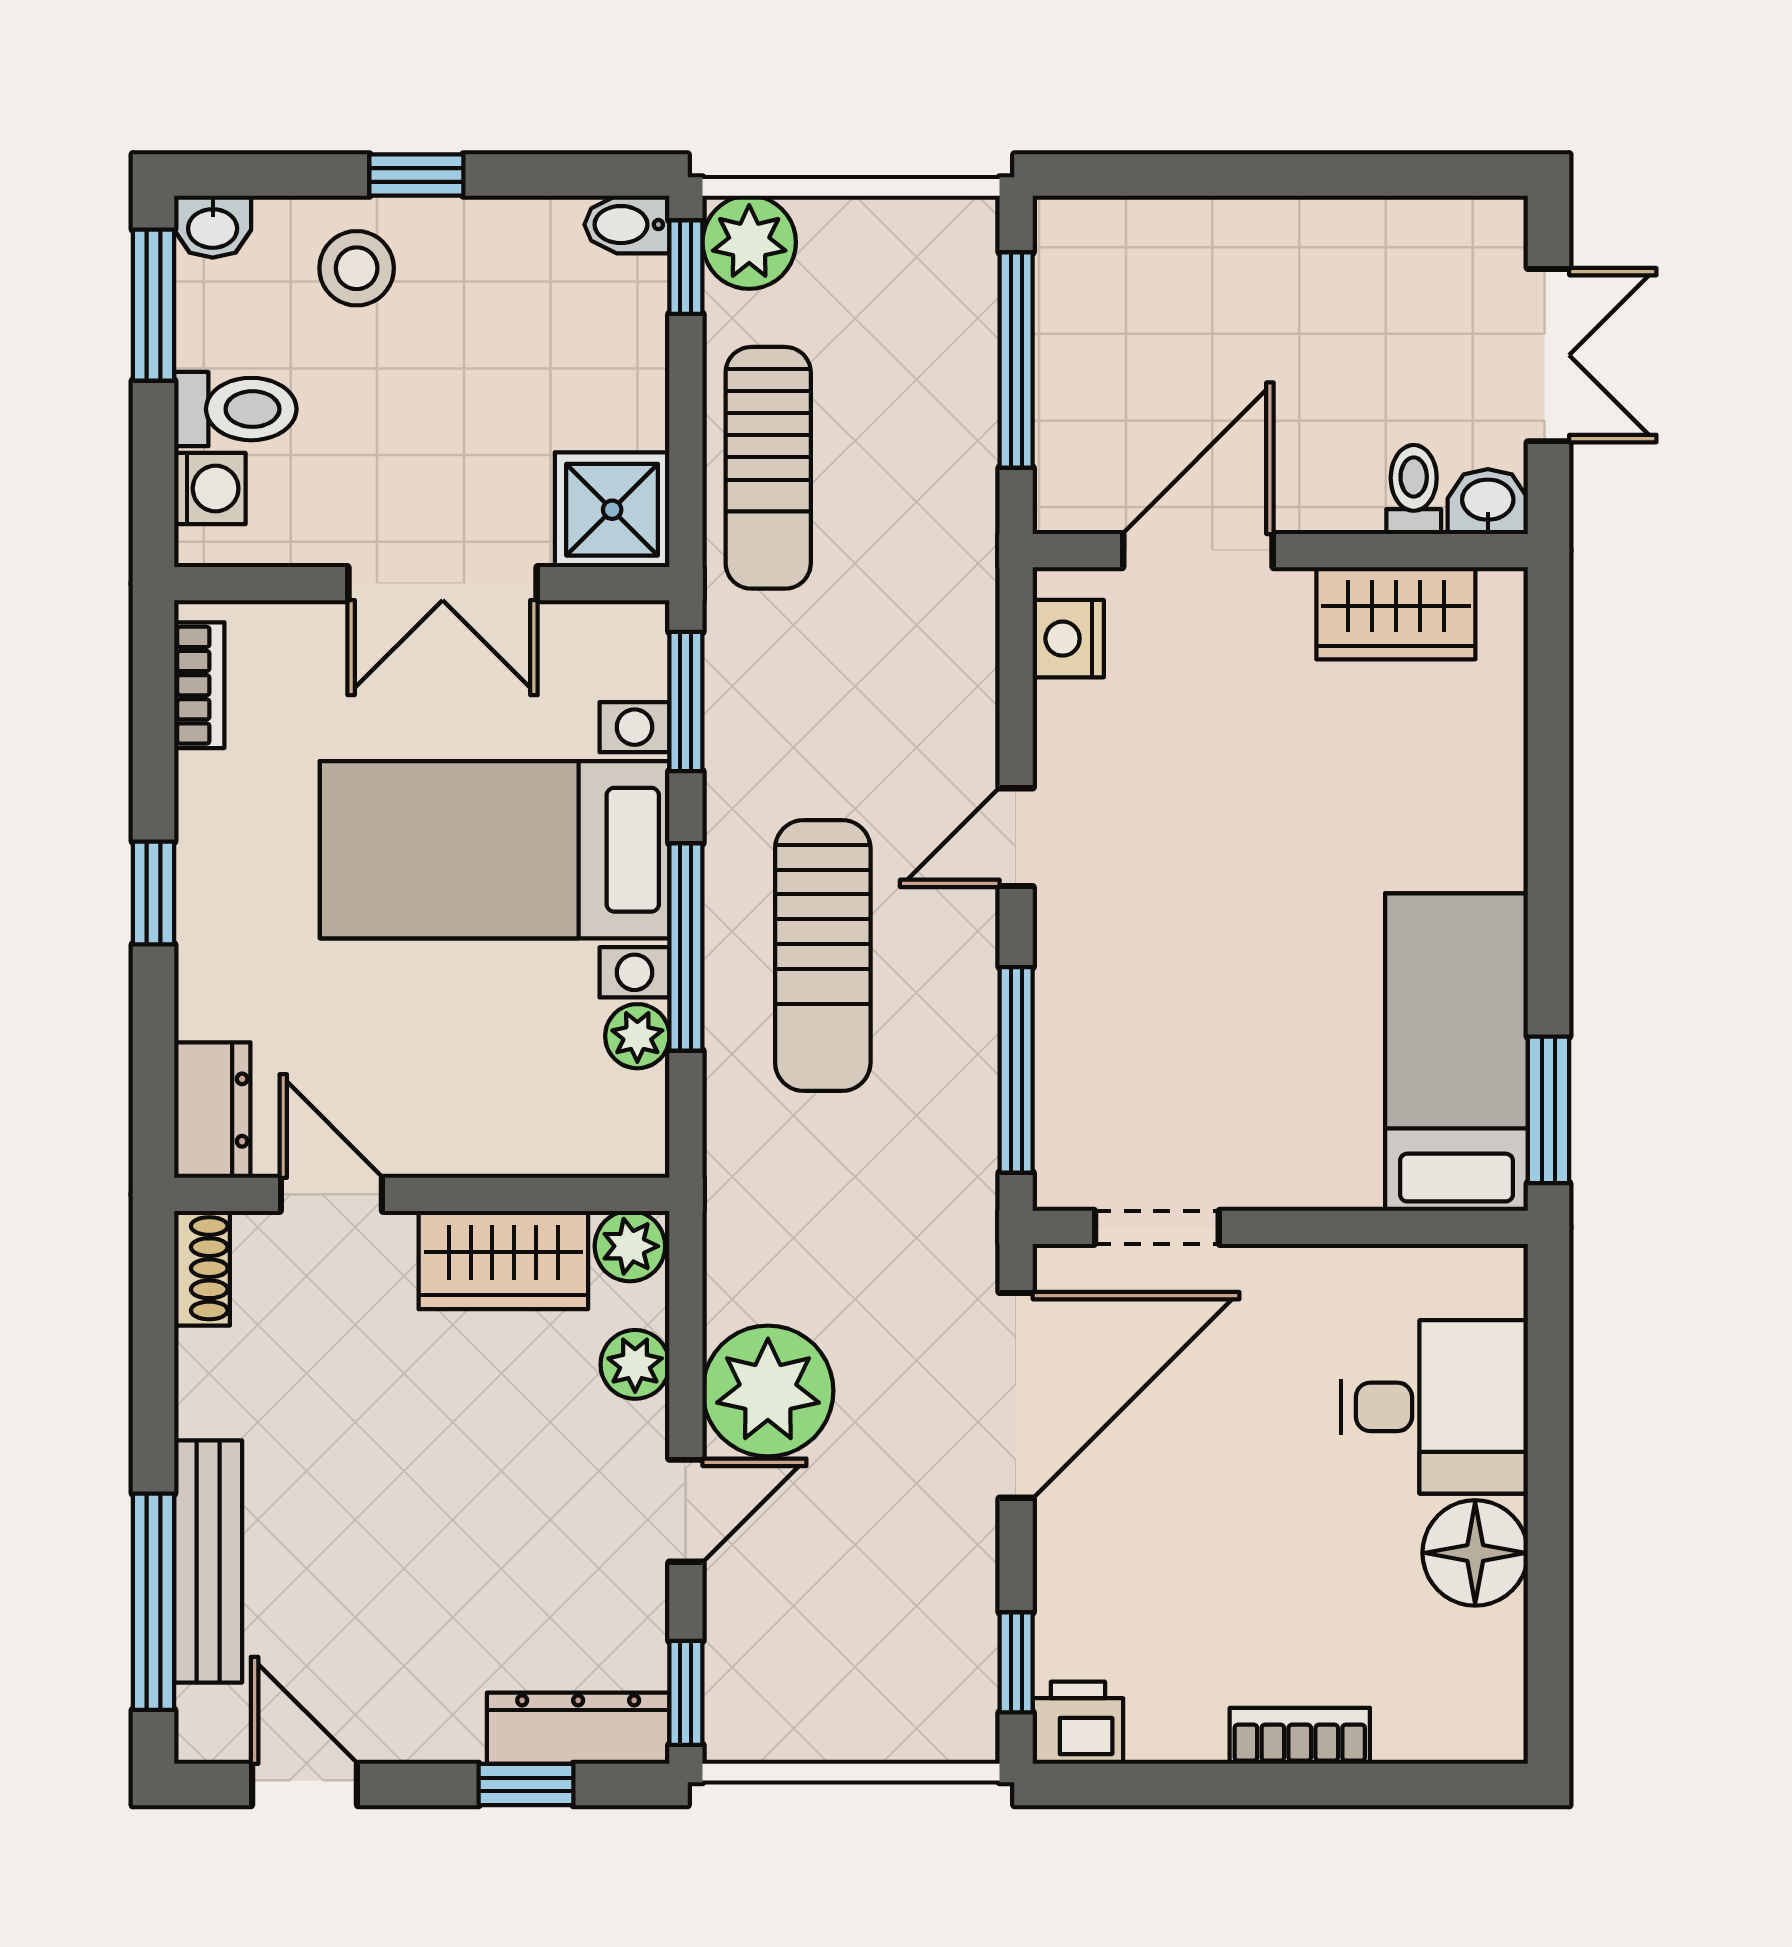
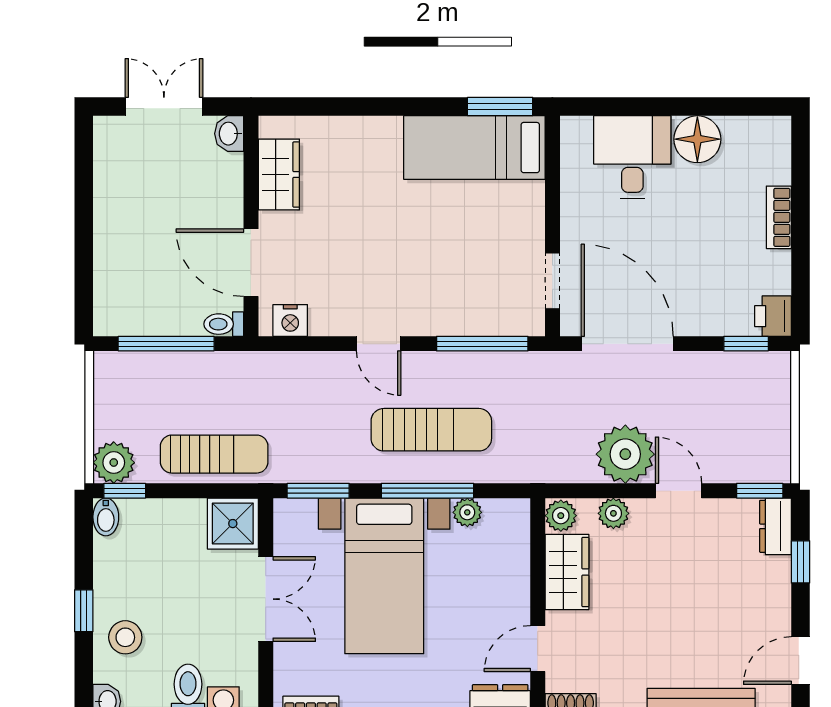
toilet: (1414, 489) -> (224, 324), moved
dresser: (578, 1728) -> (775, 526), width x0.70

